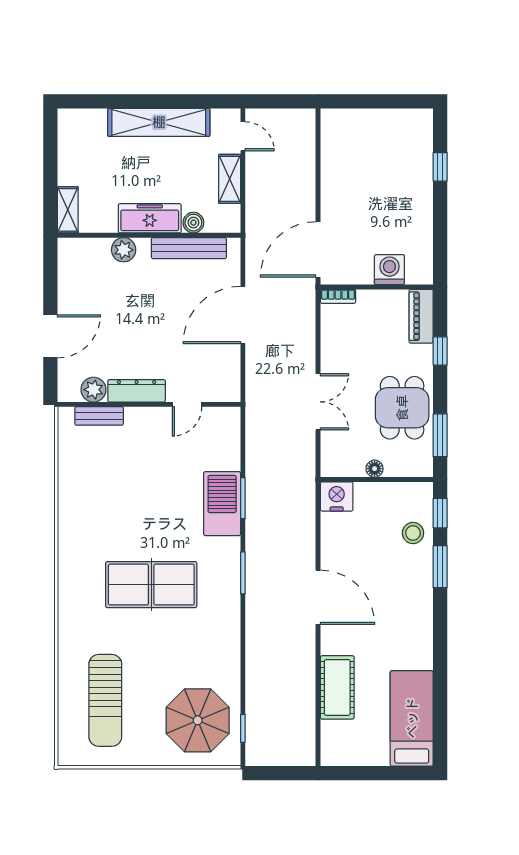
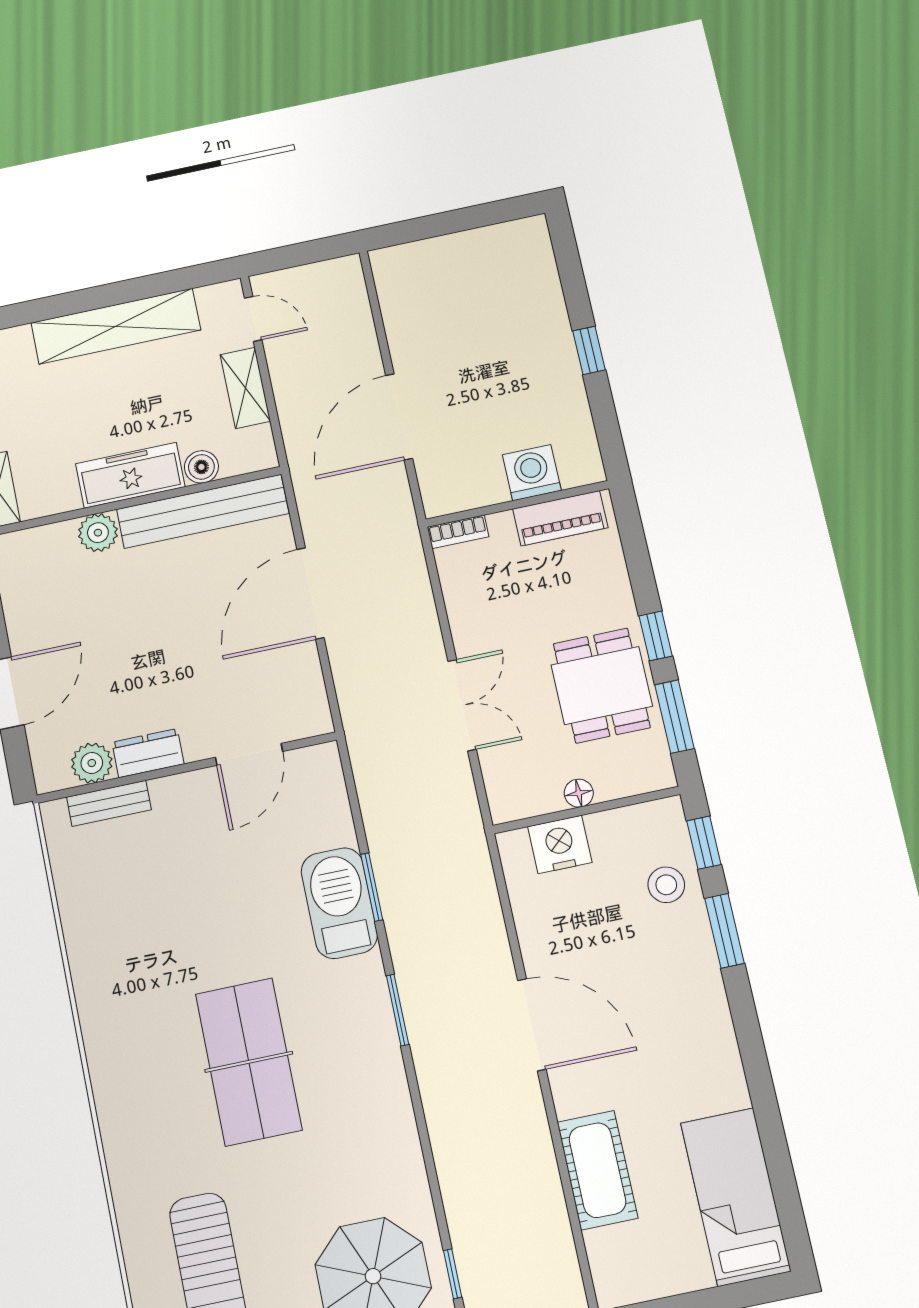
window: (440, 167) -> (589, 350), moved
bench: (189, 248) -> (203, 511), width x1.37, depth x1.21
door: (318, 249) -> (399, 417), moved
piano: (421, 316) -> (560, 518), moved, turned -90
window: (440, 351) -> (656, 636), moved
dresser: (137, 391) -> (148, 753), width x0.70
door: (187, 404) -> (249, 754), width x1.38
nightstand: (337, 496) -> (560, 844), moved
table tennis table: (151, 585) -> (249, 1062), turned 90

